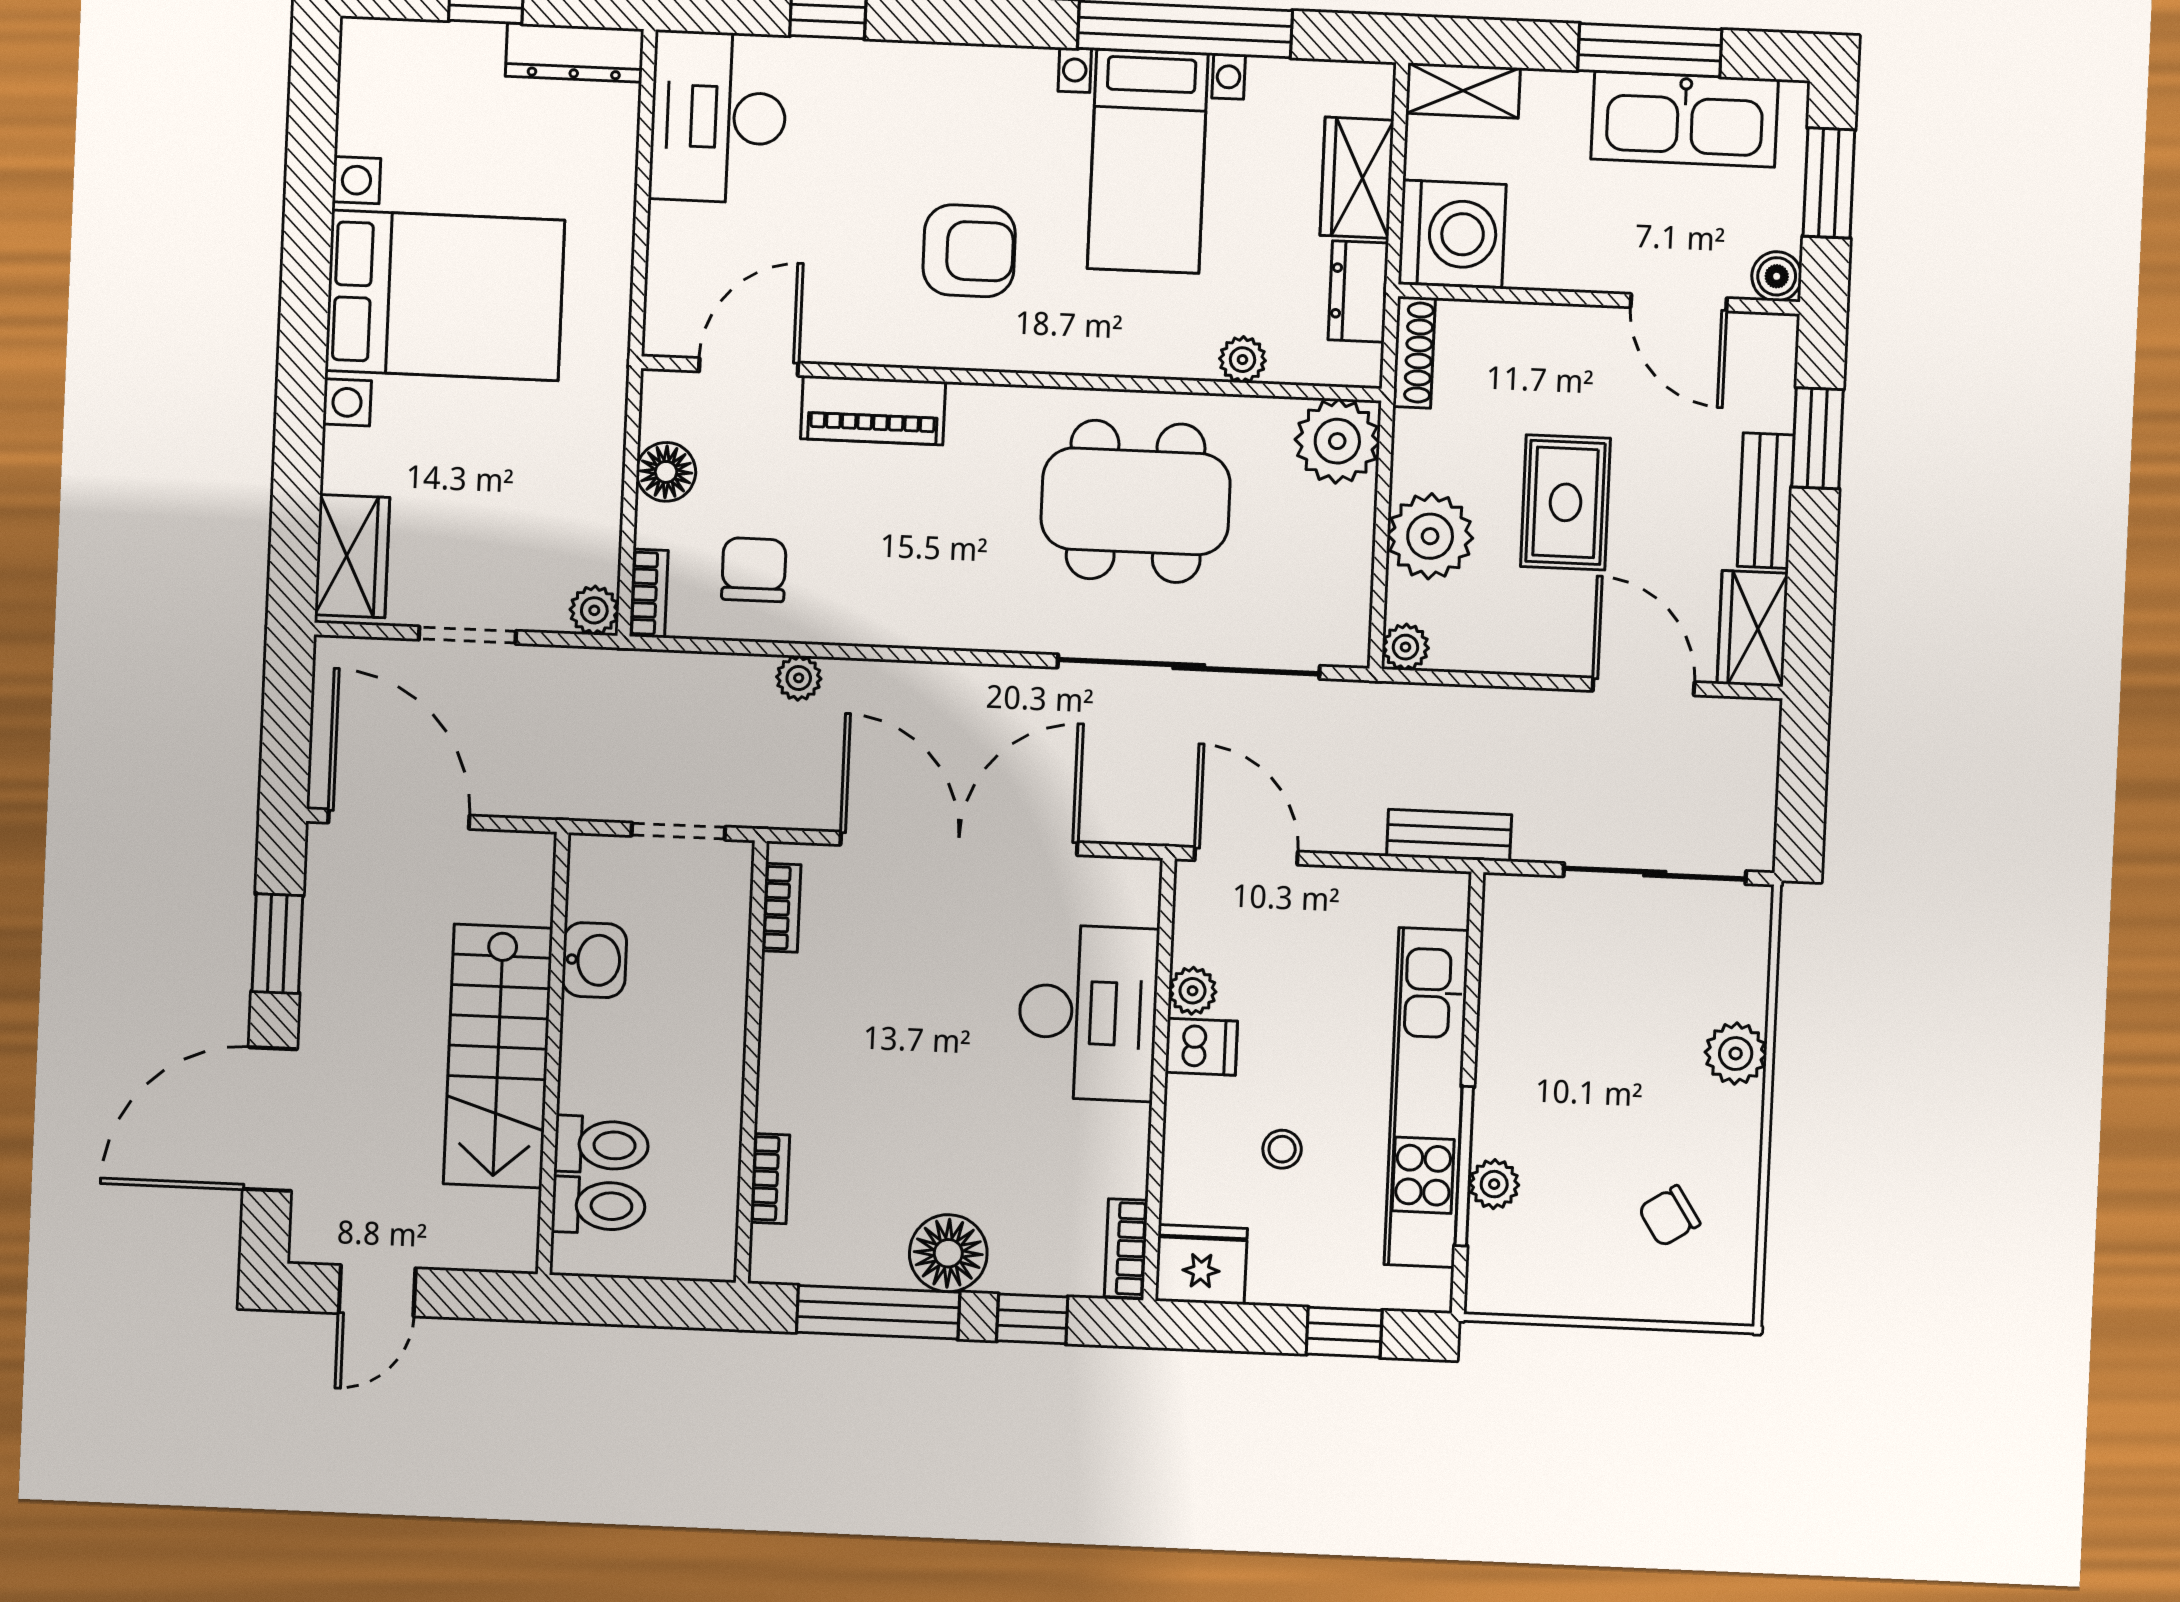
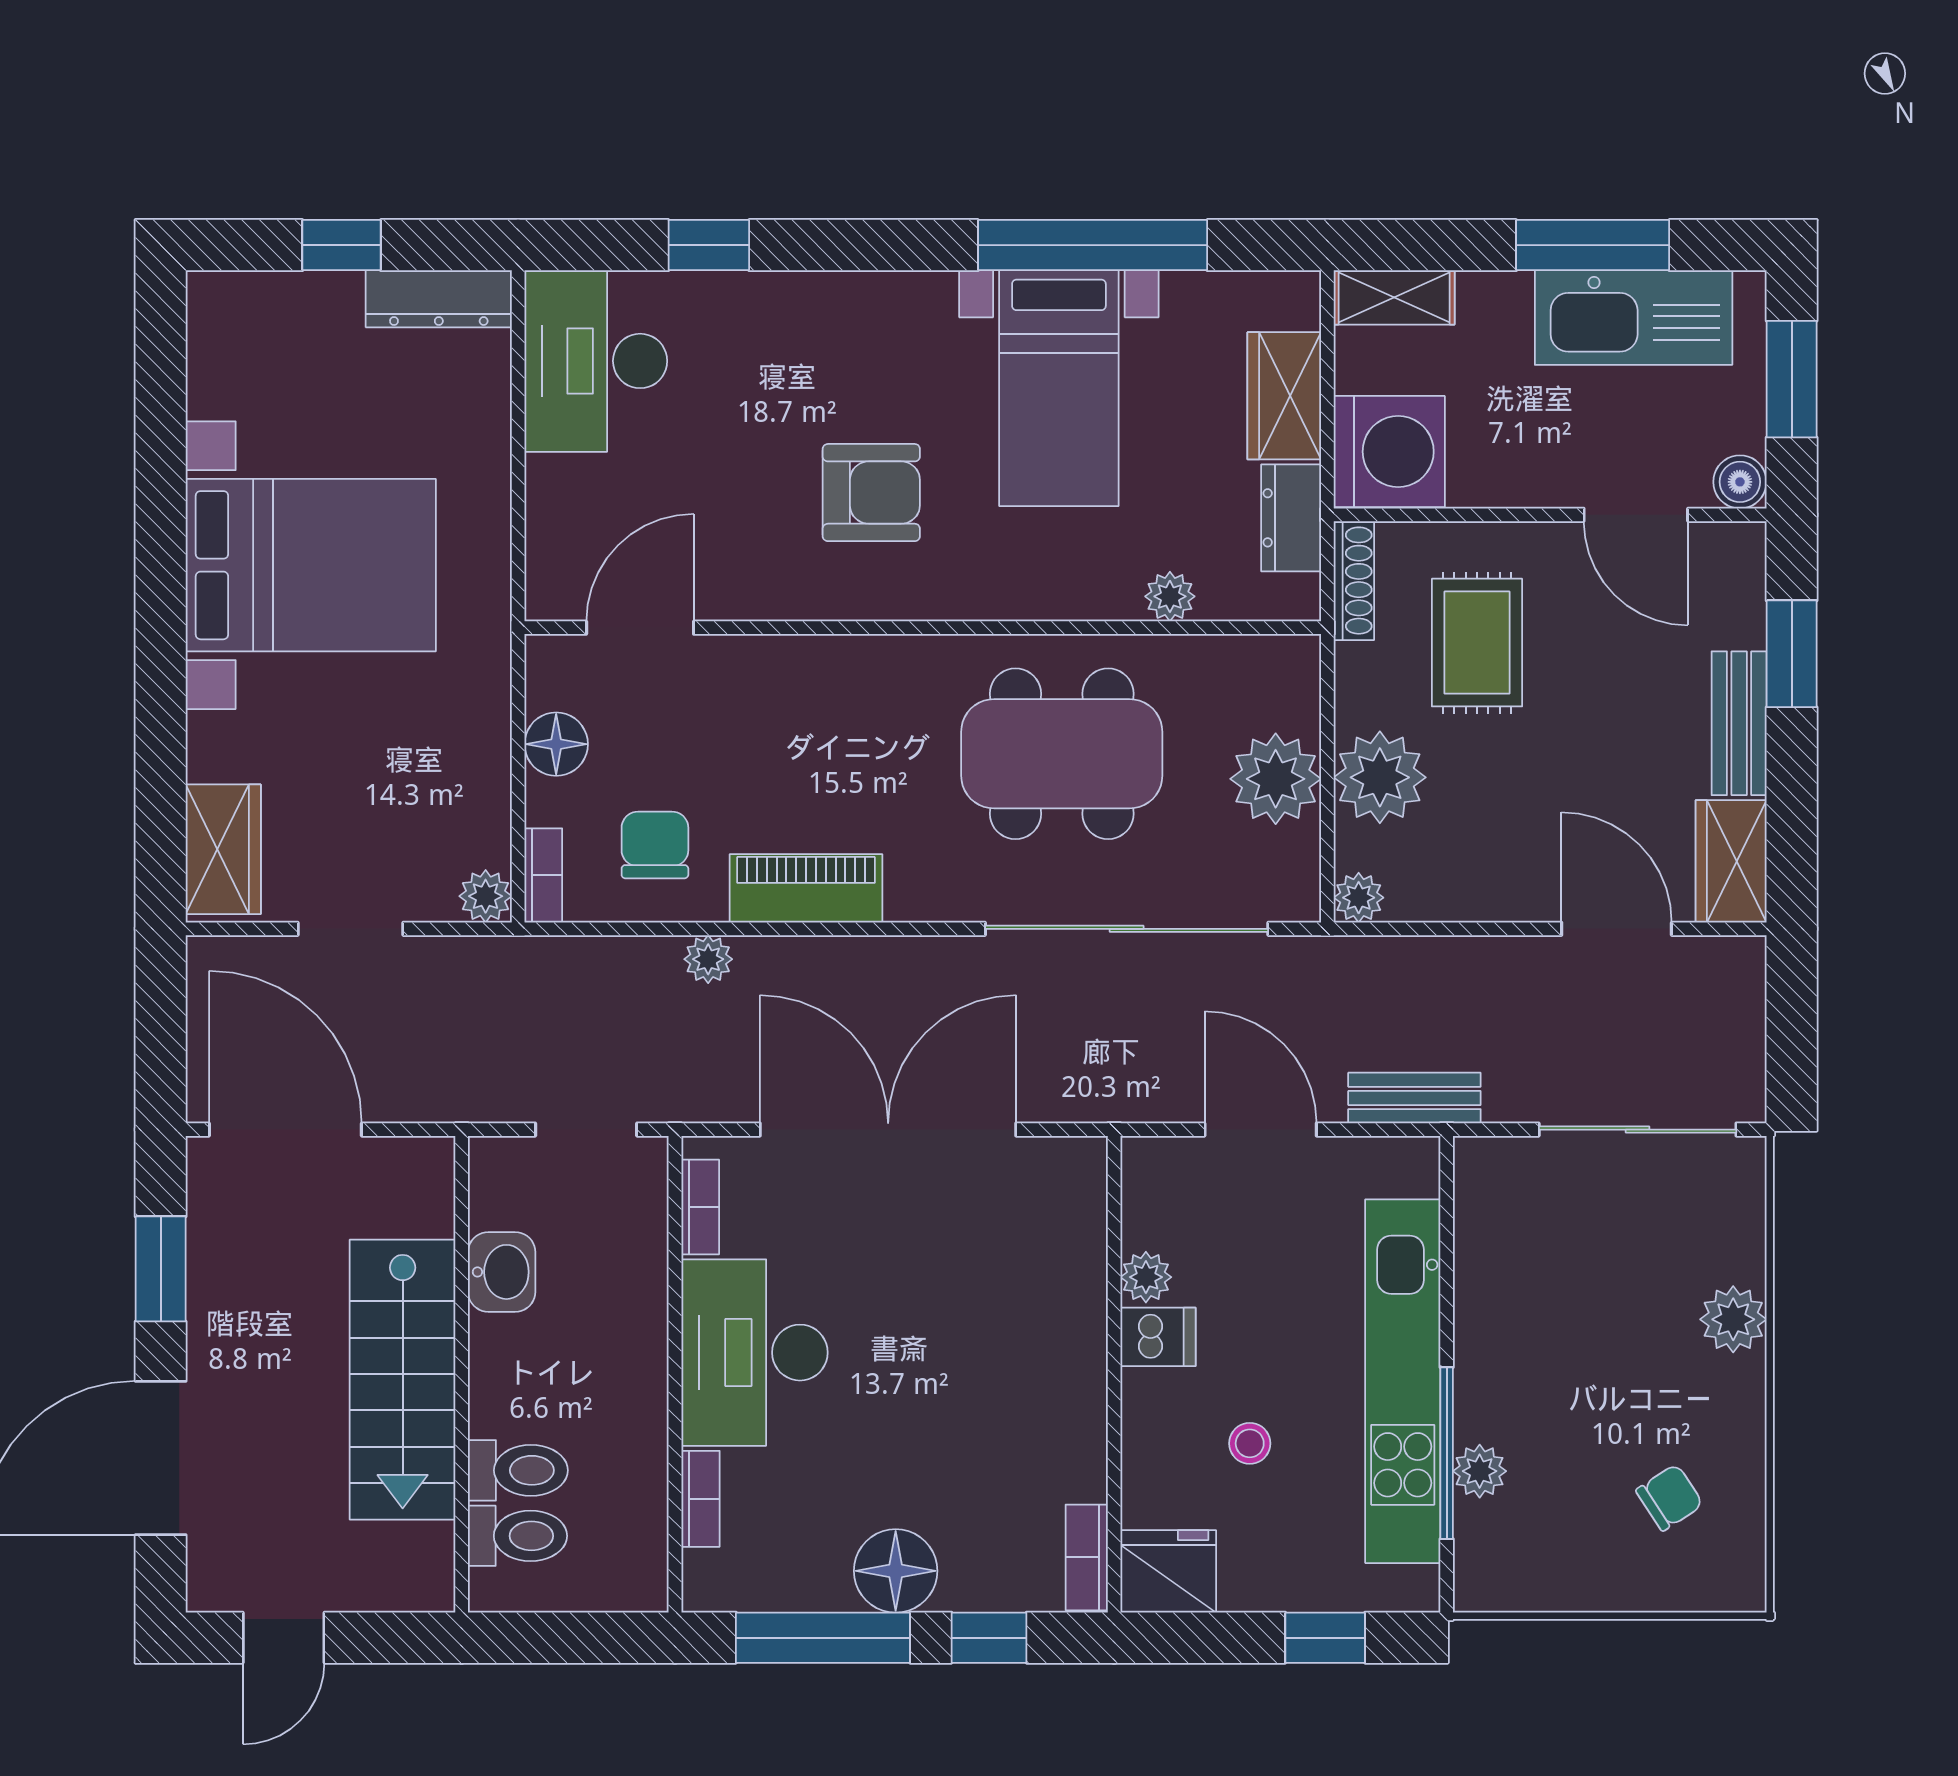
piano: (873, 410) -> (806, 888), moved, turned 180
plant: (1337, 441) -> (1276, 779), moved
rug: (1565, 502) -> (1477, 643), moved
door: (1246, 856) -> (1261, 1130), moved
desk: (1088, 1013) -> (755, 1353), moved, turned 180
chair: (1669, 1216) -> (1670, 1497), turned 180

